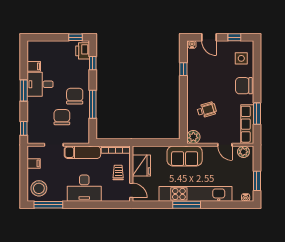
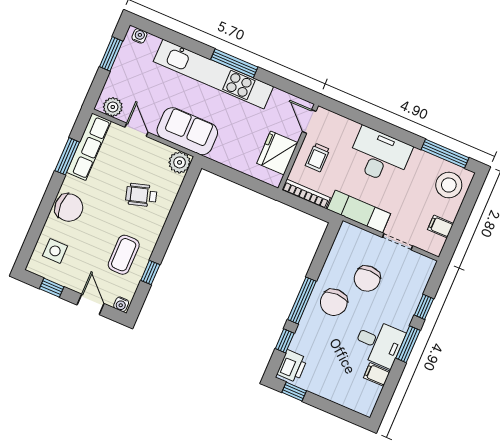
coffee table: (202, 73) -> (124, 255), added
window: (93, 104) -> (302, 300), moved
window: (24, 128) -> (424, 307), moved
sofa: (185, 156) -> (187, 131), moved

